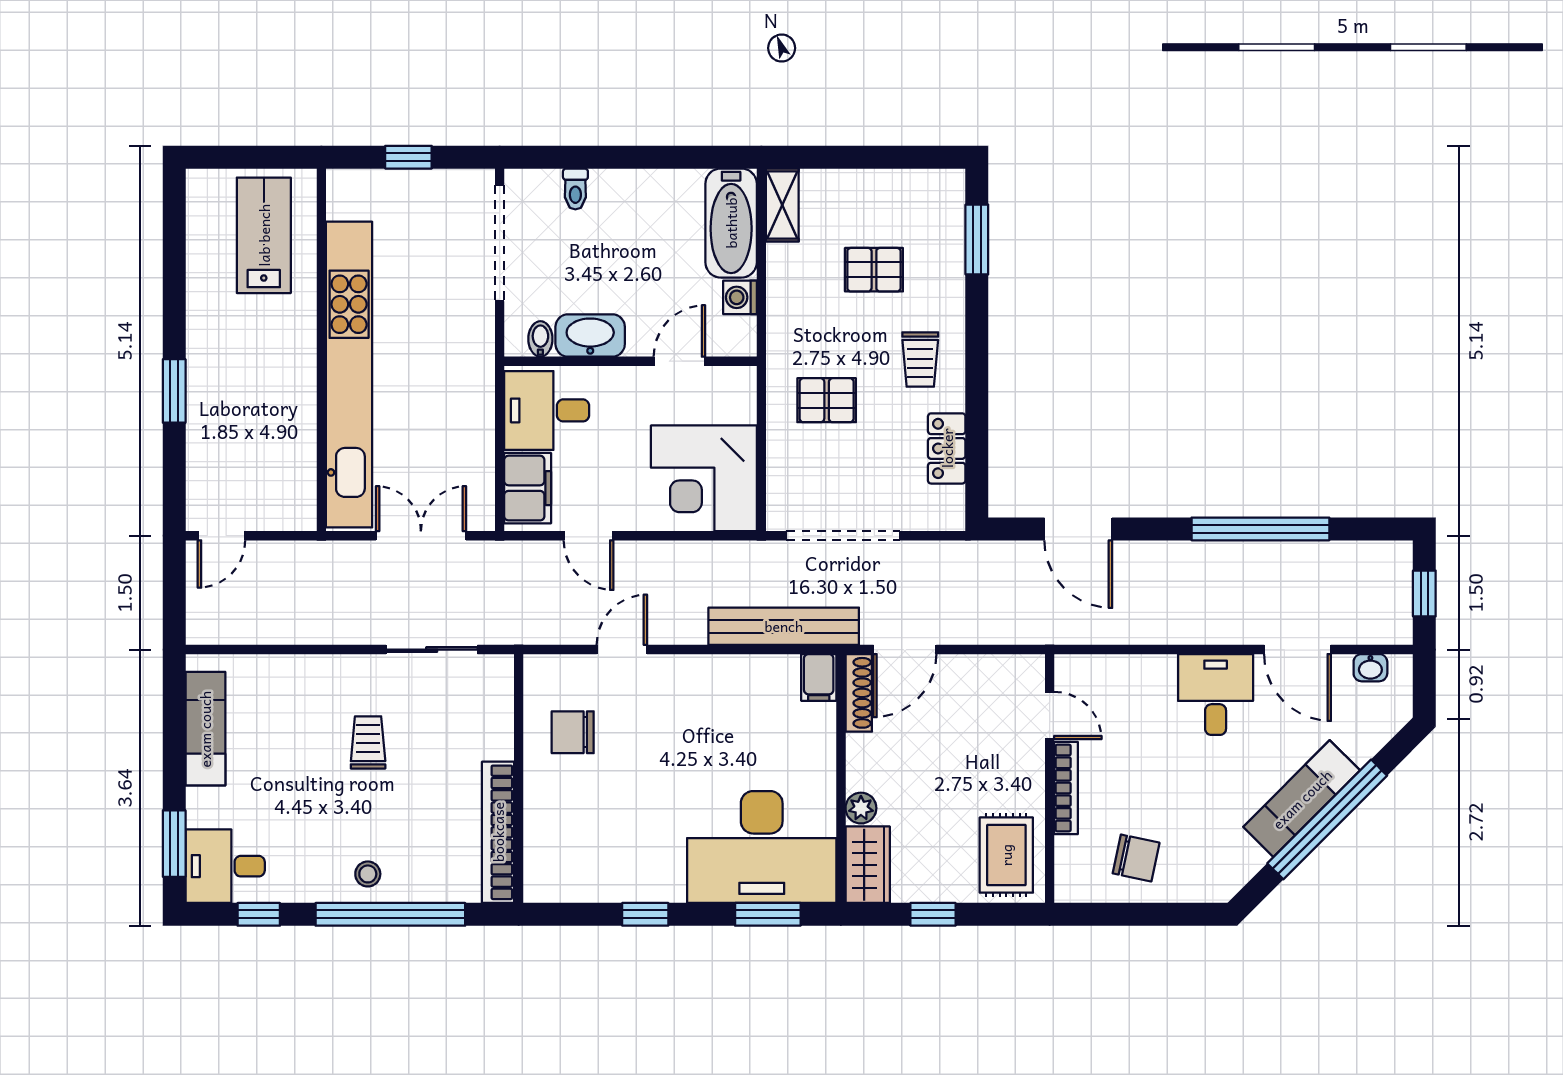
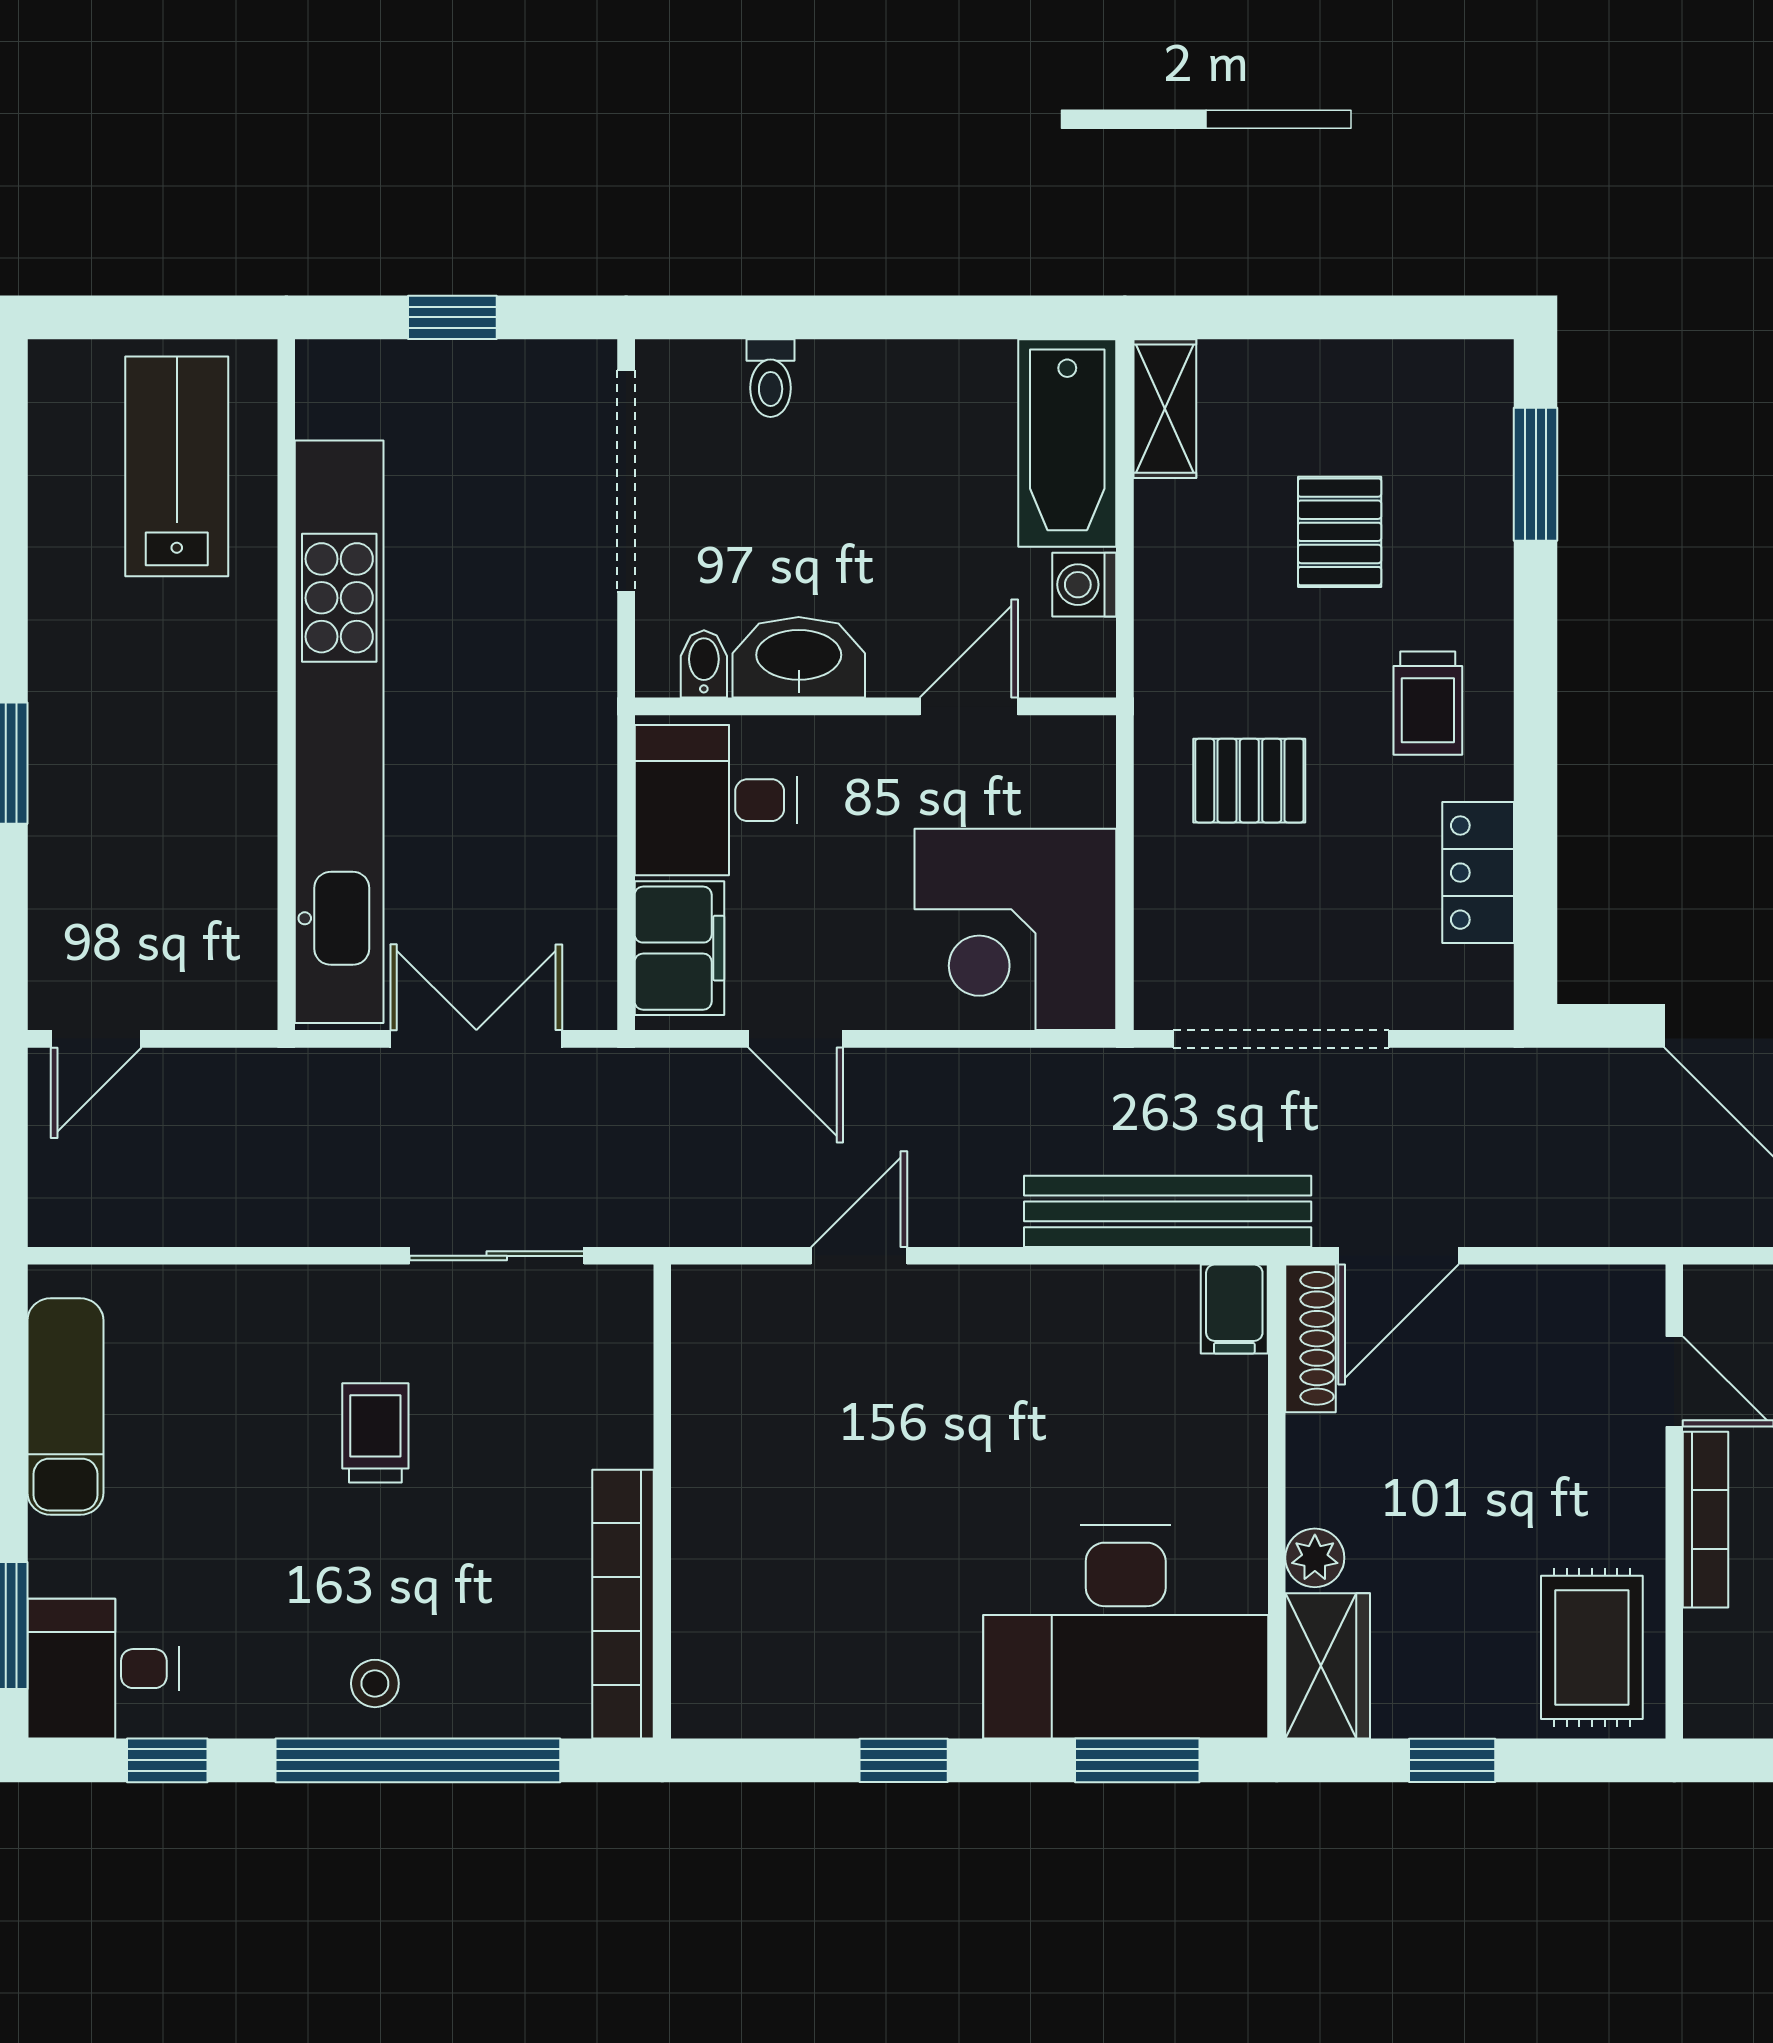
pallet: (874, 270) -> (1340, 532), turned 90
chair: (573, 732) -> (765, 1413), removed

